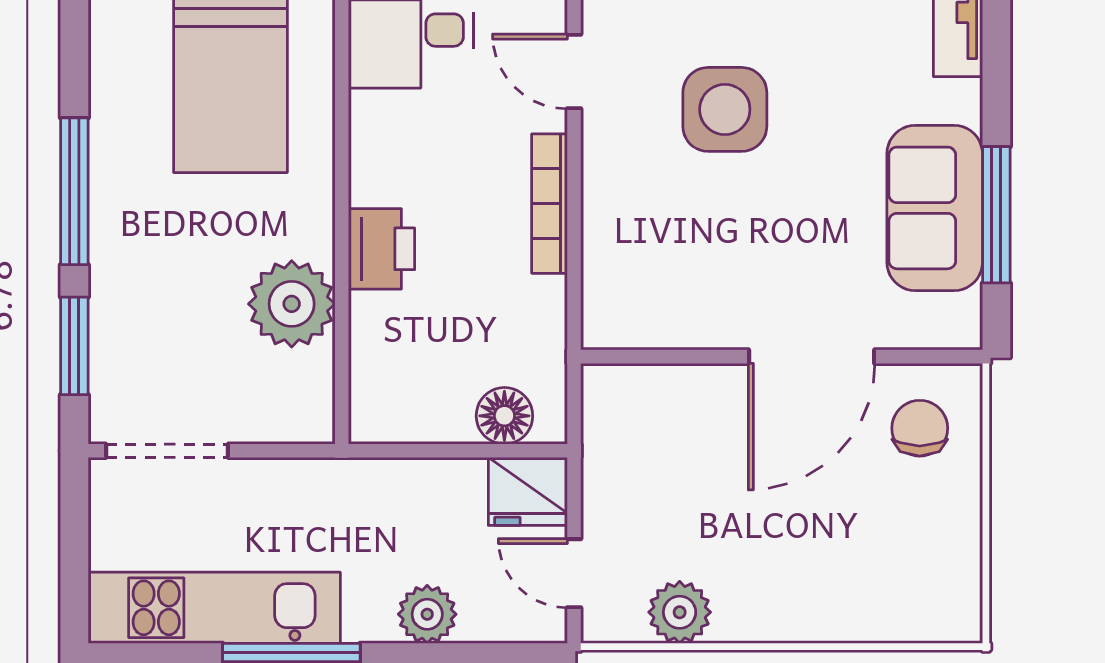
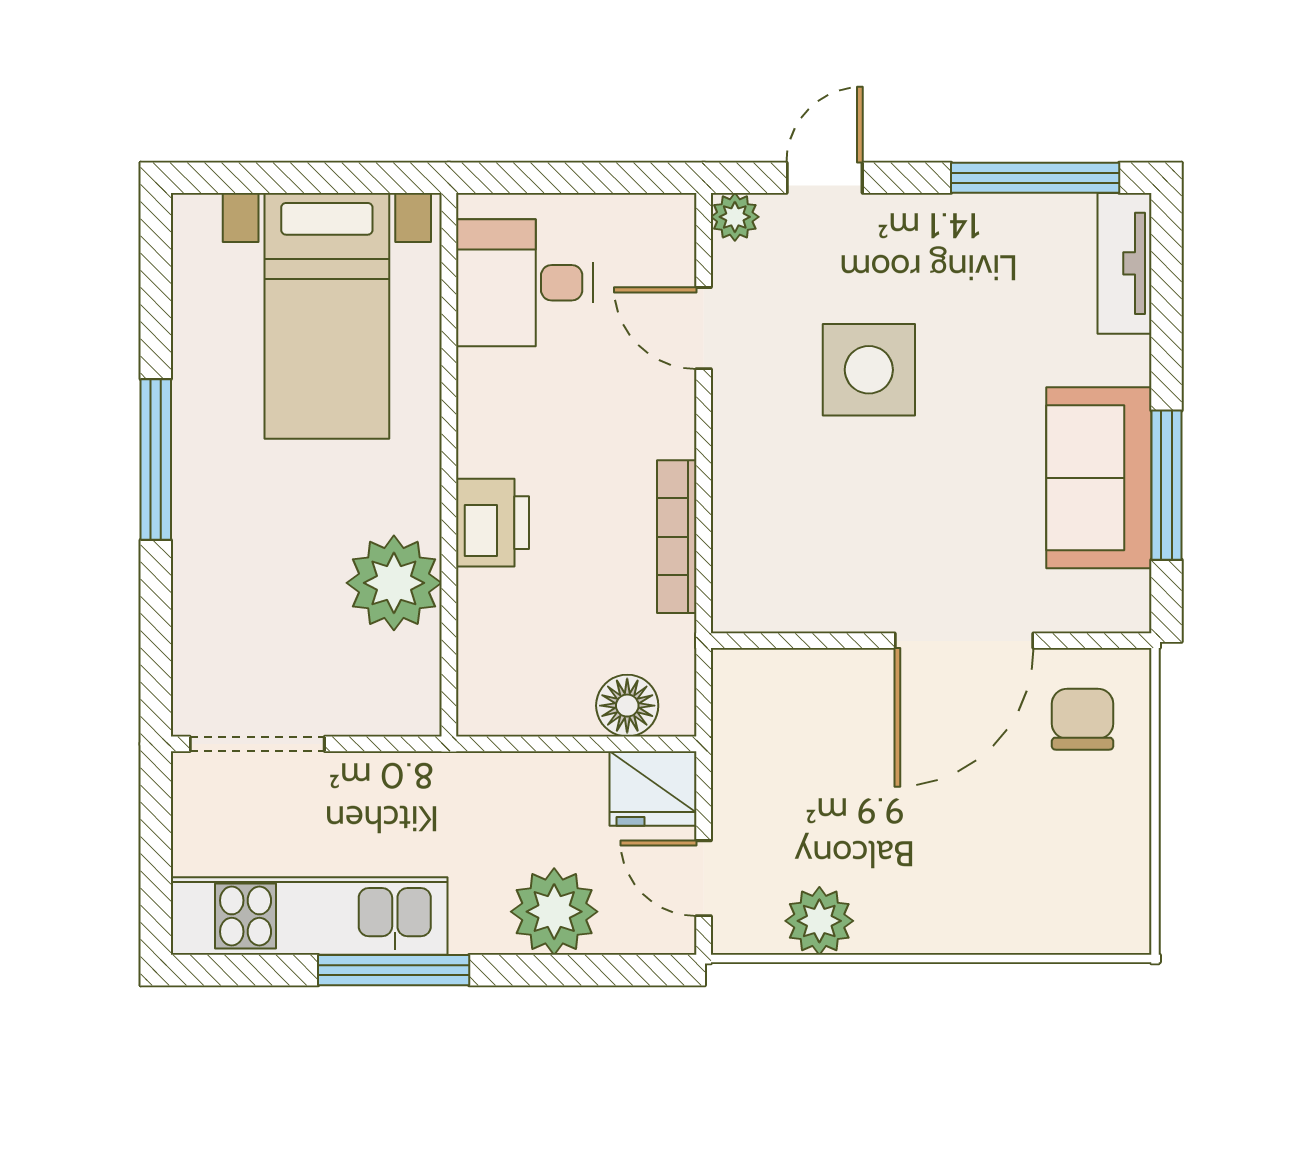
bookcase: (550, 204) -> (677, 537), moved
window: (74, 346) -> (156, 629), removed
plant: (427, 614) -> (554, 912), width x1.36, depth x1.36

